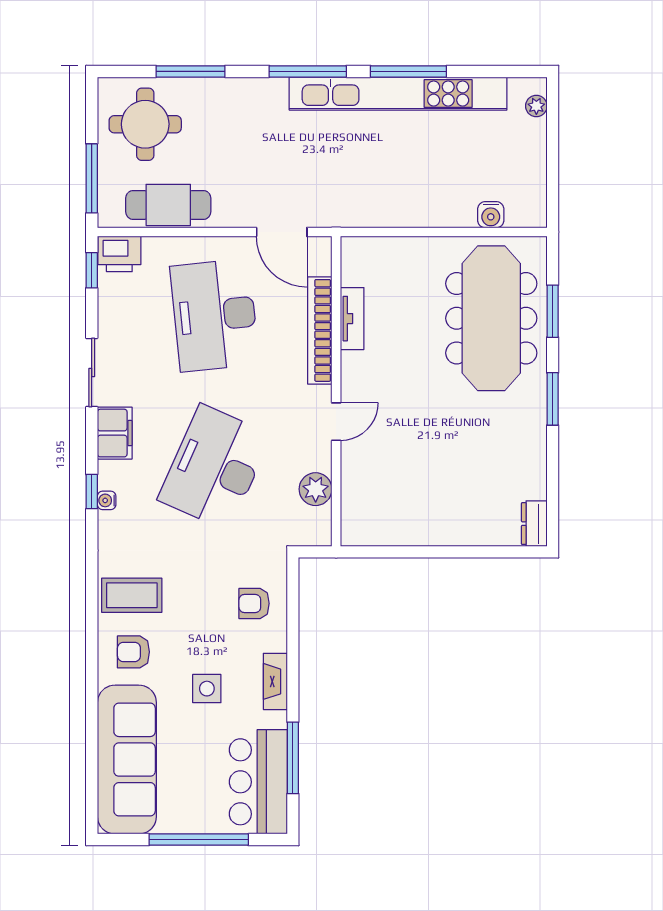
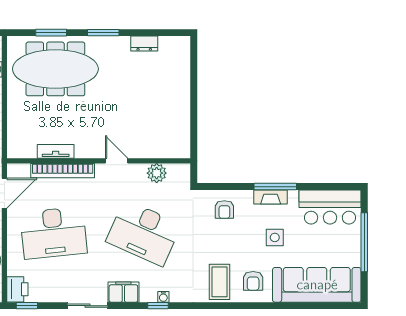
dresser: (534, 524) -> (144, 44), moved
window: (293, 758) -> (275, 187), moved

